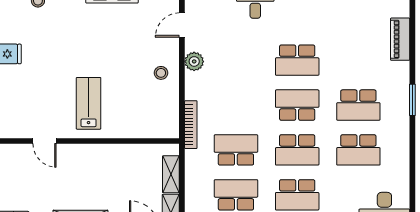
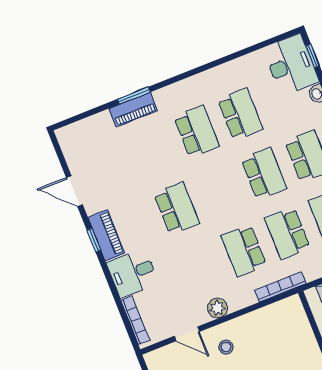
piano: (400, 39) -> (133, 110), moved
stool: (161, 73) -> (226, 347), moved
window: (412, 100) -> (134, 96), moved
school desk: (297, 105) -> (244, 251), moved

